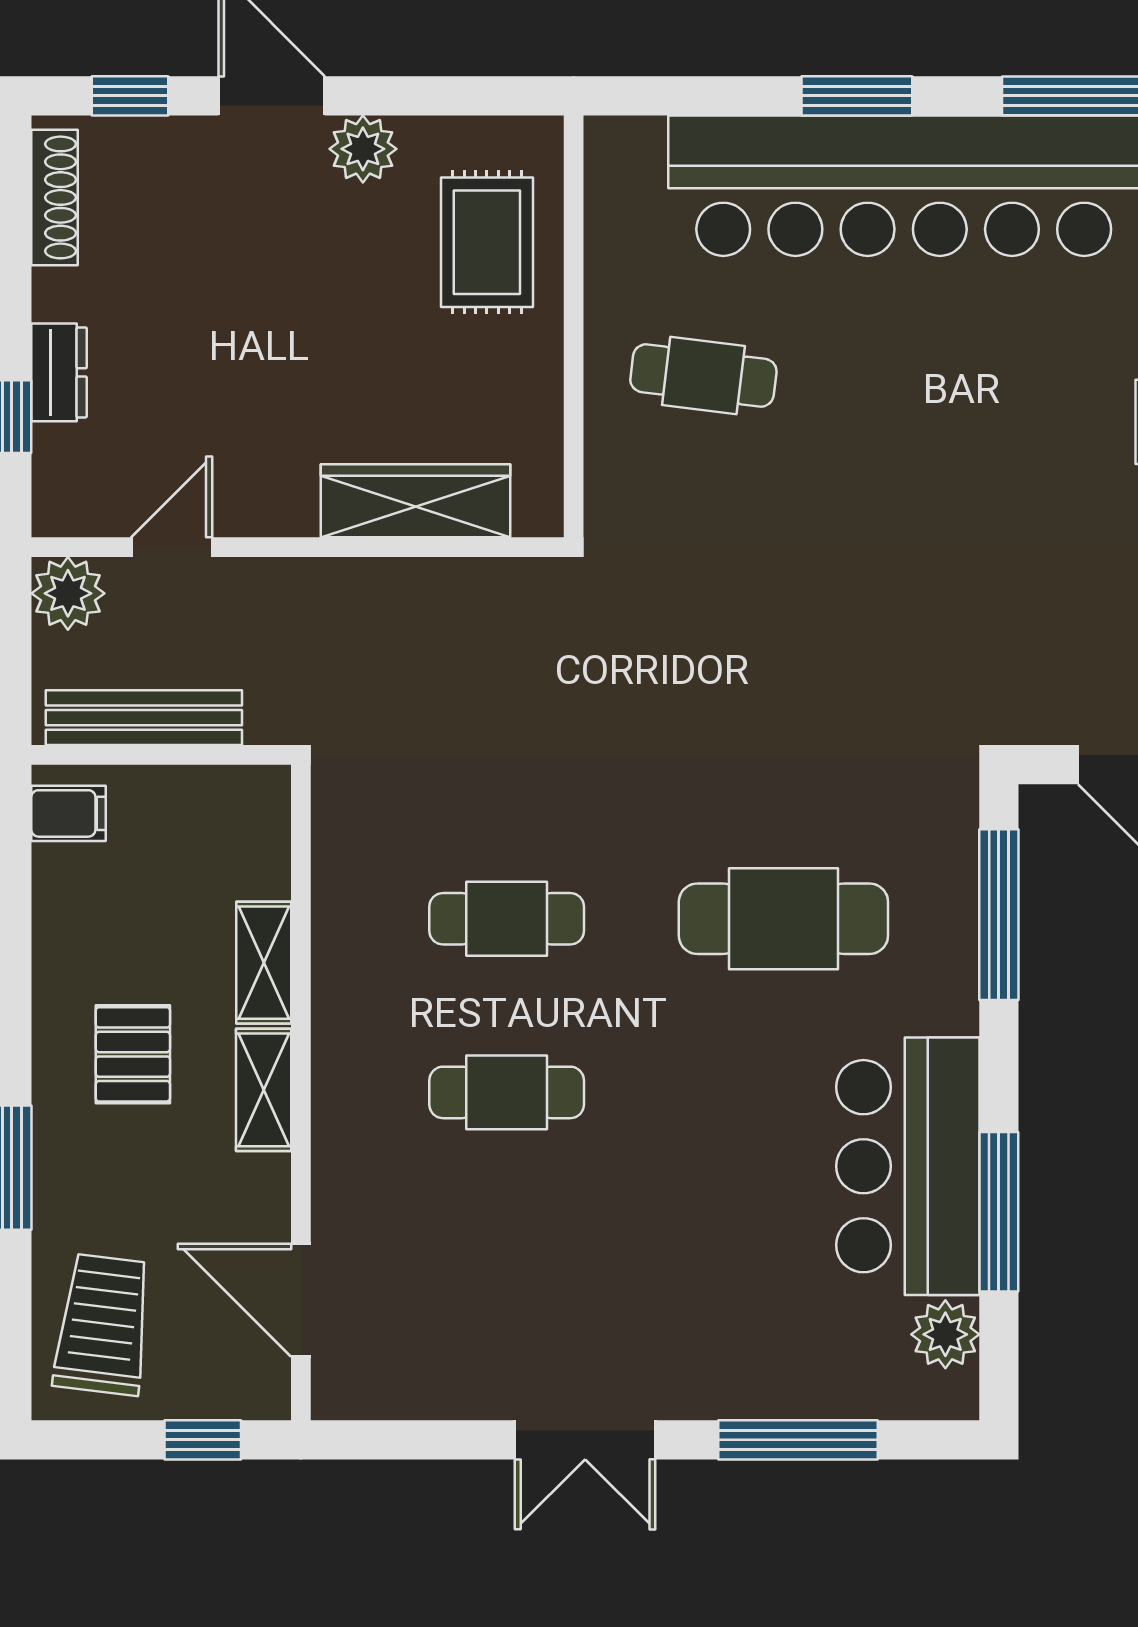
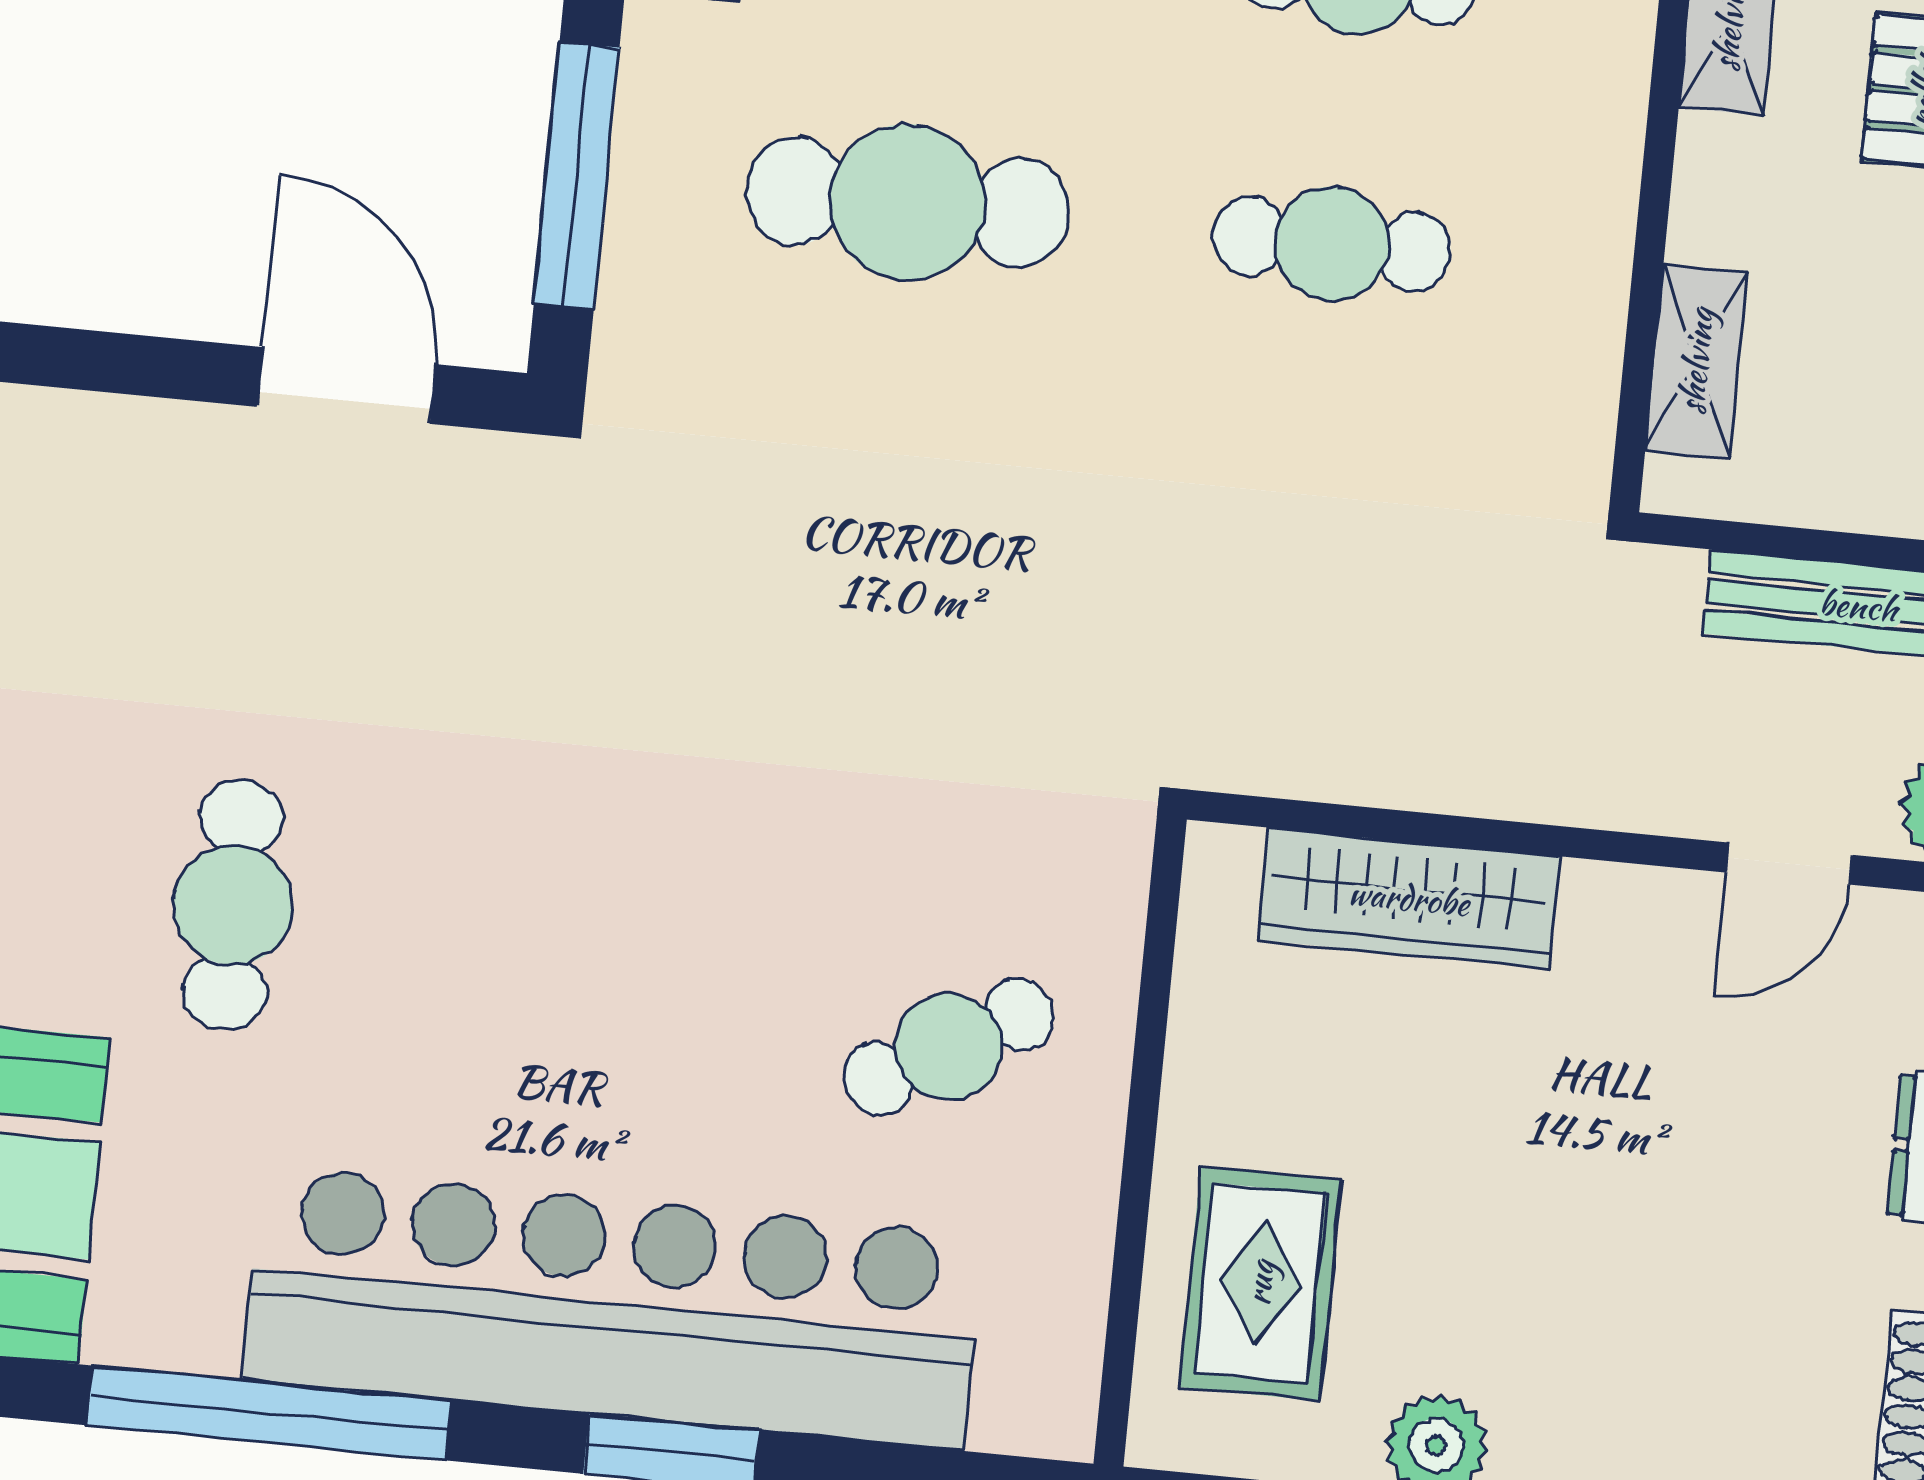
cafe table: (703, 376) -> (949, 1047), turned -37
shelving: (264, 963) -> (1696, 361), moved

